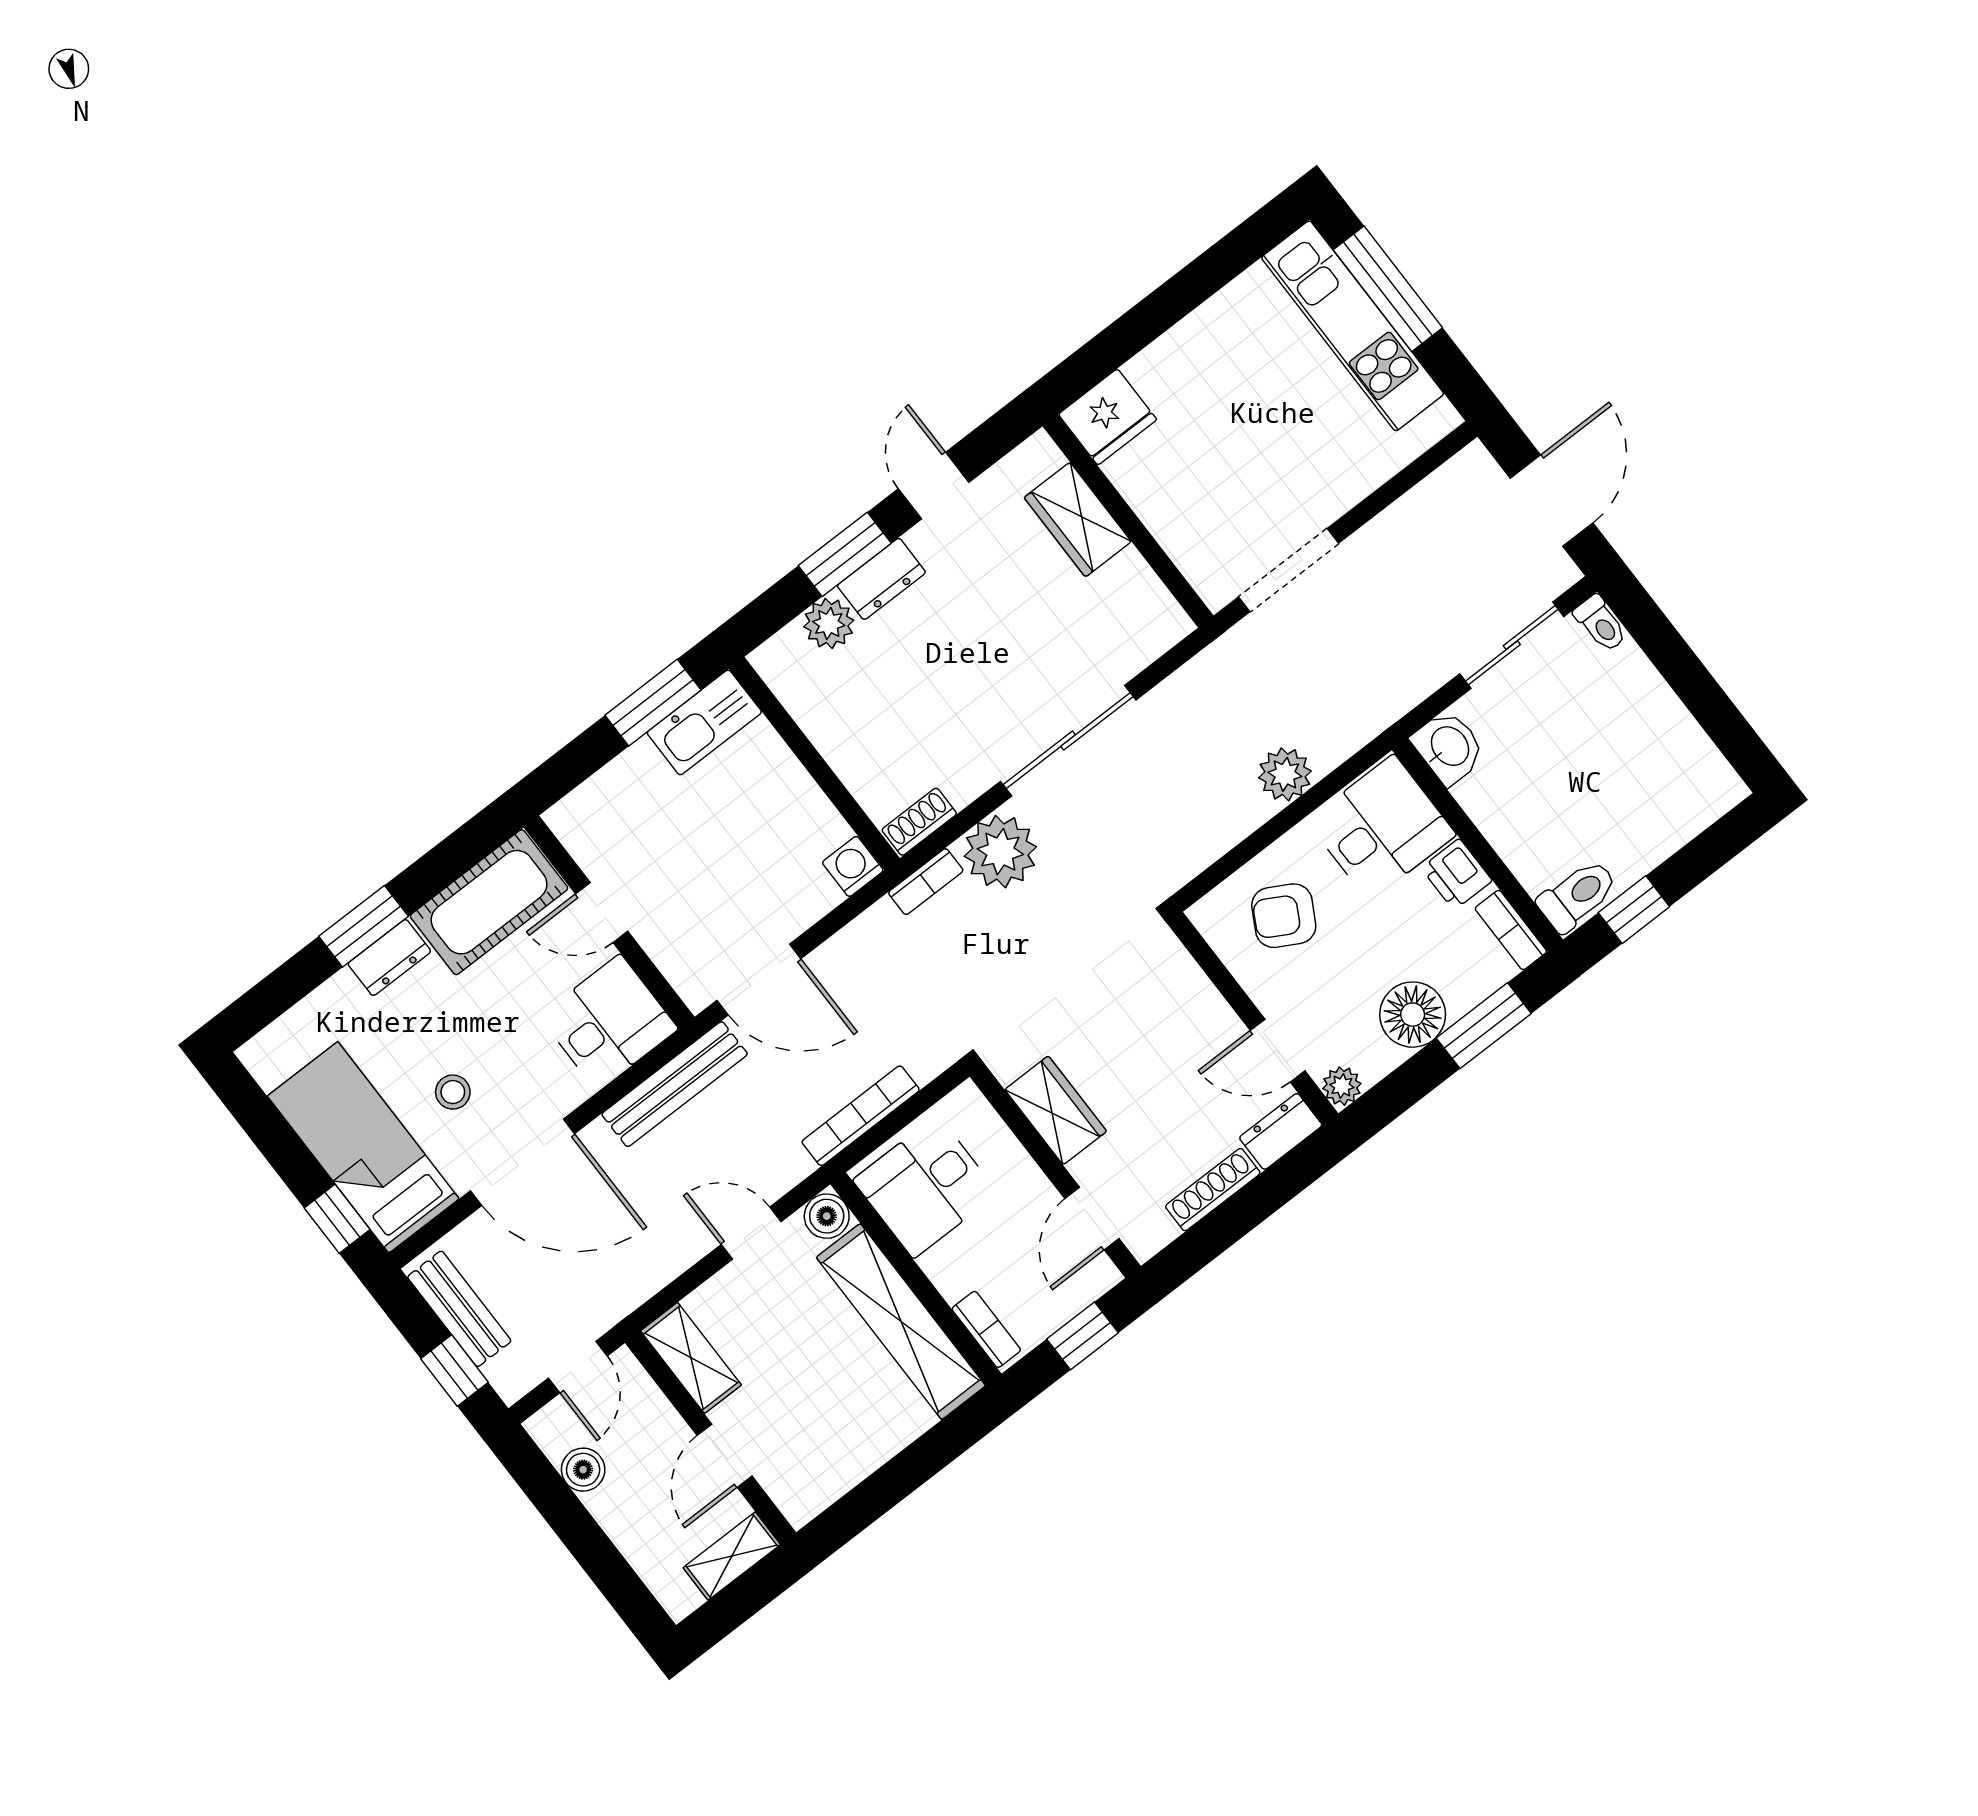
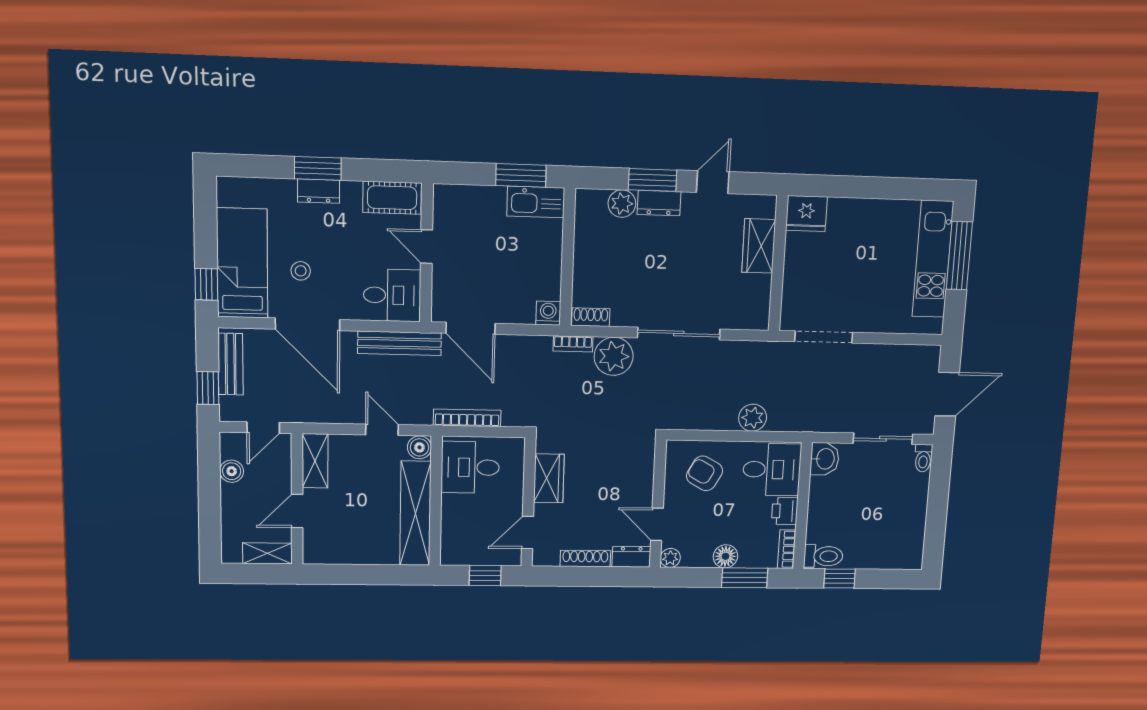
cot: (489, 902) -> (392, 198), width x0.73, depth x0.75
floor lamp: (1413, 1015) -> (725, 556), width x0.73, depth x0.73
bookcase: (986, 1329) -> (448, 543), removed

